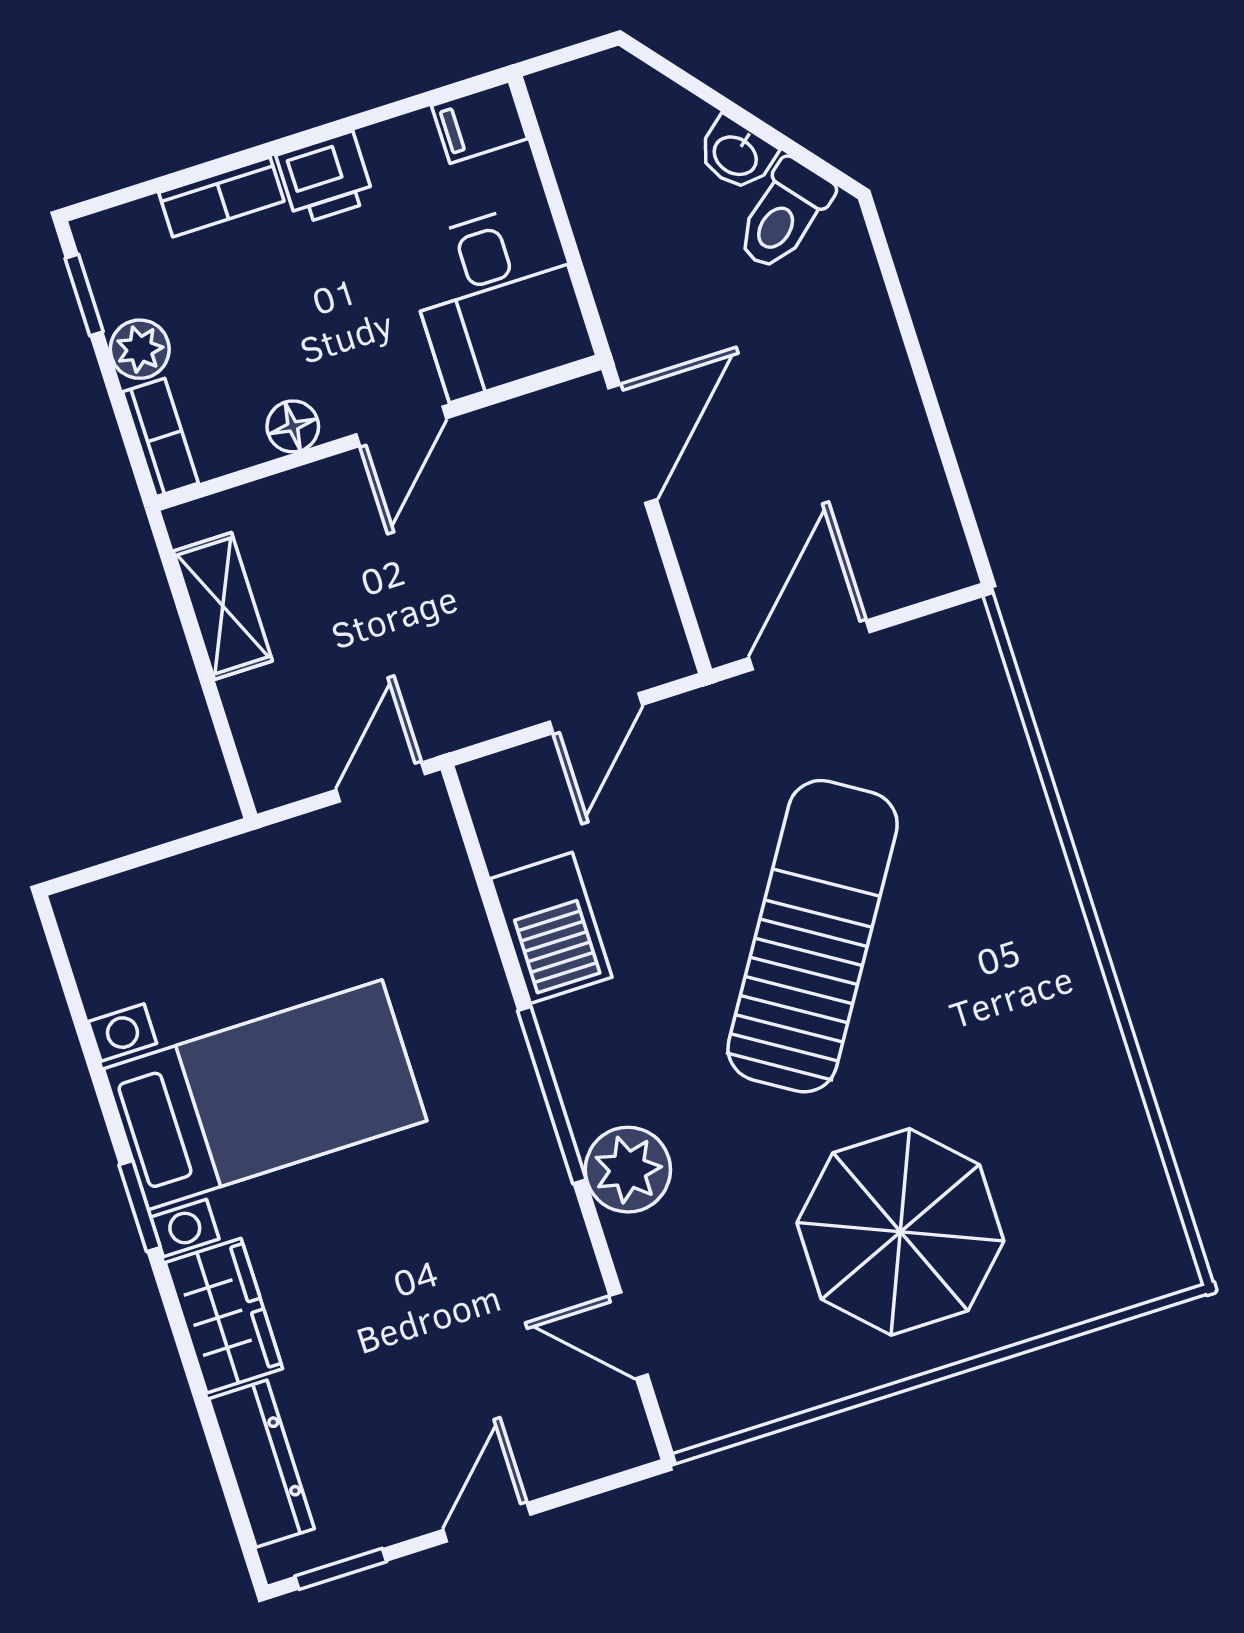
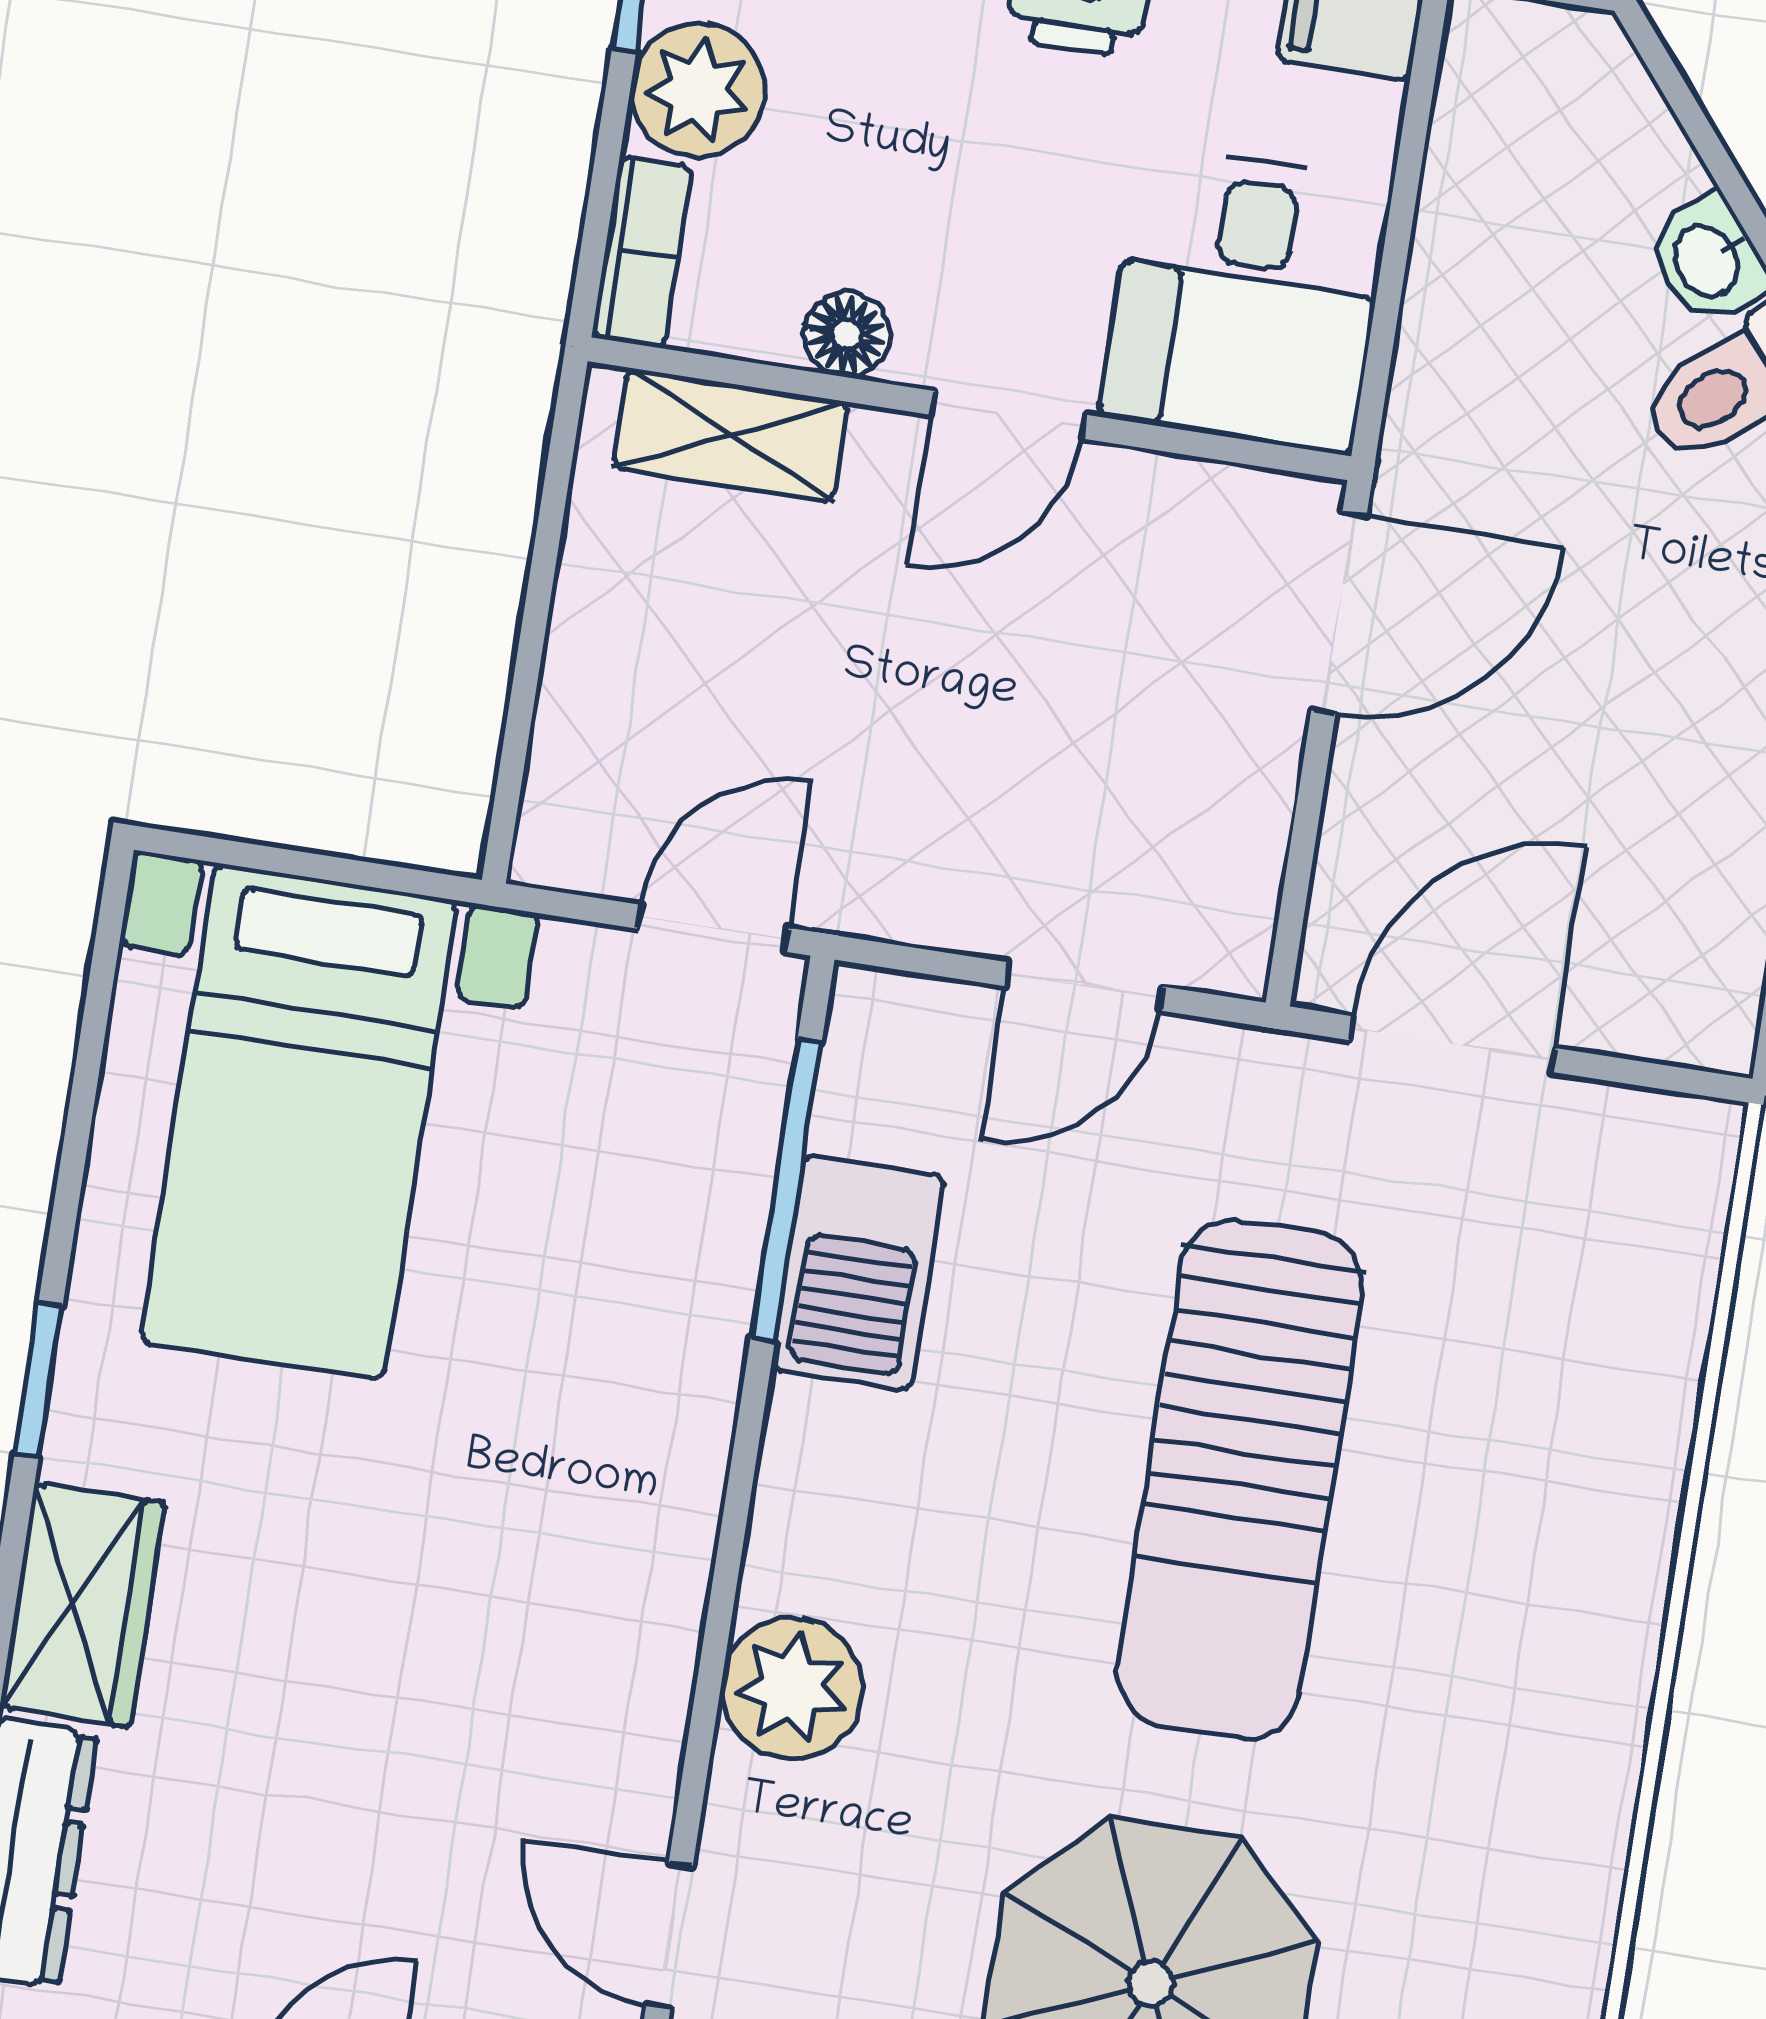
plant: (140, 349) -> (698, 90), width x1.38, depth x1.38
shelving: (223, 606) -> (731, 435), moved, turned 90
sun lounger: (813, 936) -> (1240, 1479), turned 148
bed with nightstands: (265, 1095) -> (299, 1122), moved, turned 90
window: (552, 1095) -> (786, 1190), moved

